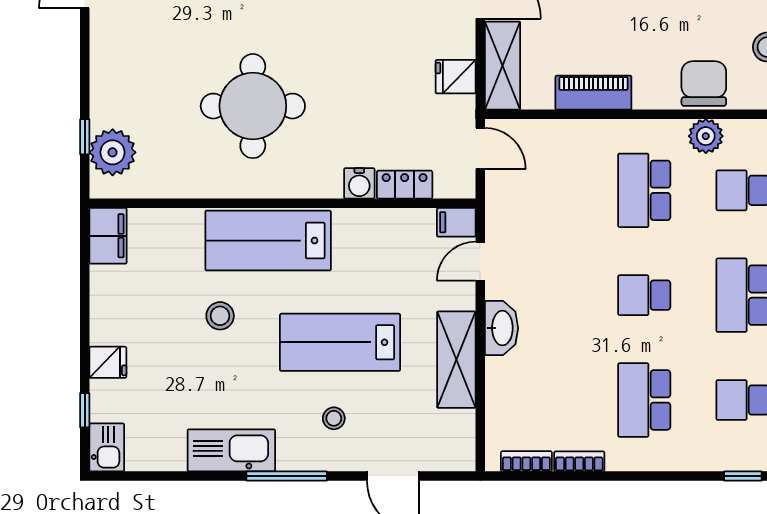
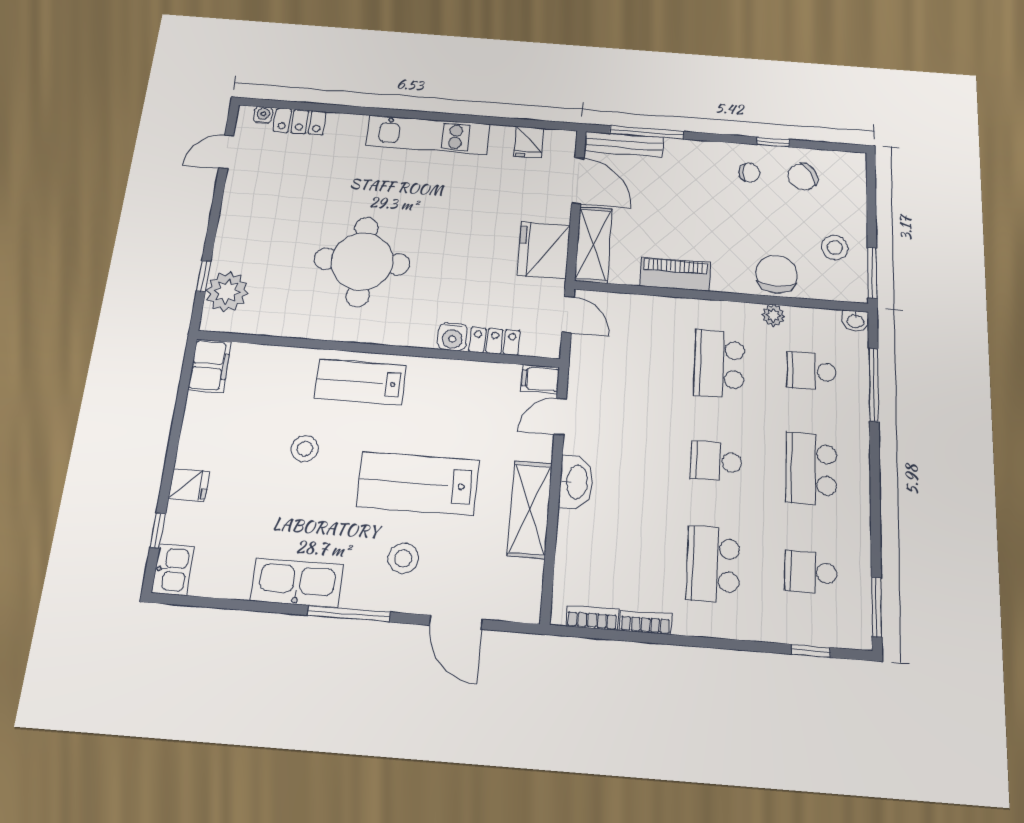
fridge: (456, 77) -> (544, 250), width x1.88, depth x1.34
plant: (706, 136) -> (773, 315), width x0.73, depth x0.73
lab bench: (268, 241) -> (360, 382), width x0.73, depth x0.72
stool: (334, 418) -> (403, 558), width x1.37, depth x1.37

